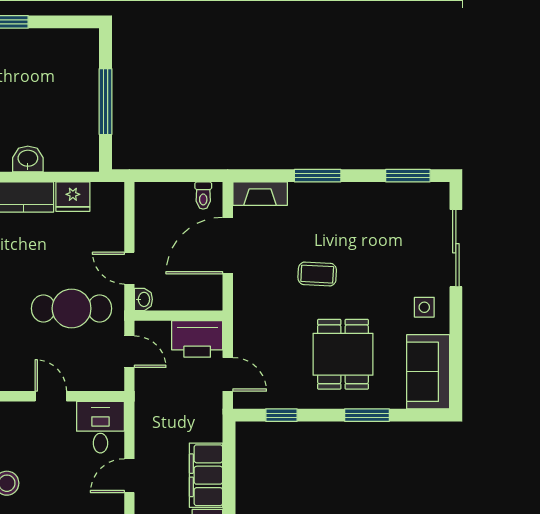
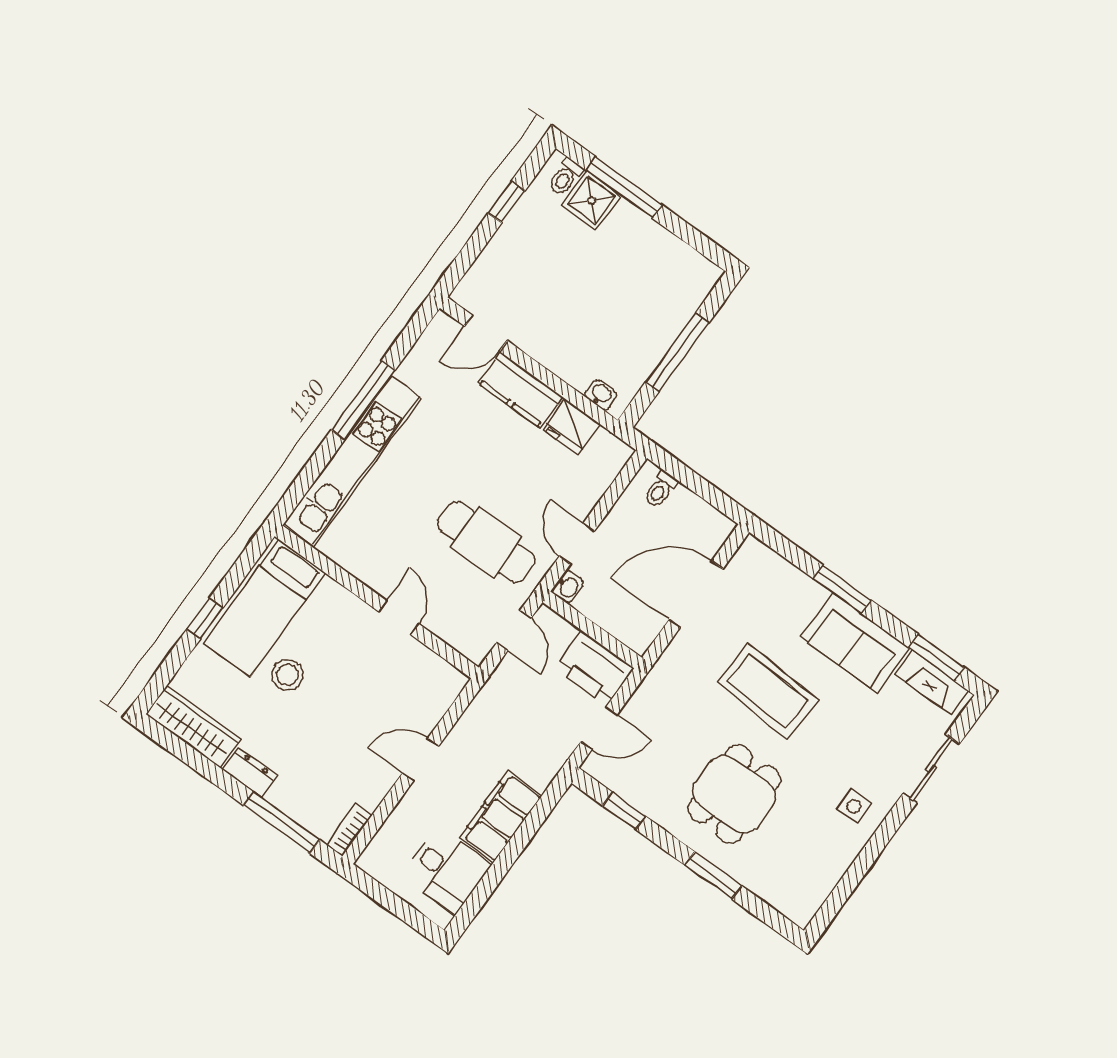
washbasin: (28, 159) -> (601, 394), moved, width x0.72, depth x0.69
fireplace: (260, 194) -> (932, 682), moved
toilet: (203, 196) -> (661, 489), moved
sliding door: (456, 248) -> (931, 769), width x0.73
coffee table: (317, 274) -> (768, 691), width x1.86, depth x1.72
sofa: (428, 372) -> (855, 643), moved, turned -90
door: (228, 374) -> (599, 728), hinge flipped
desk: (100, 427) -> (427, 687), removed

